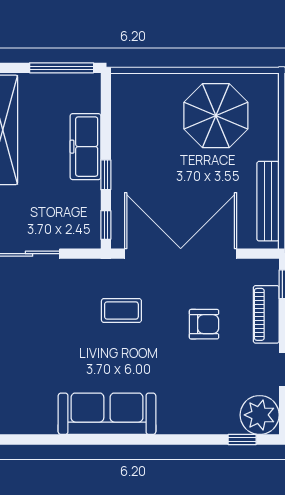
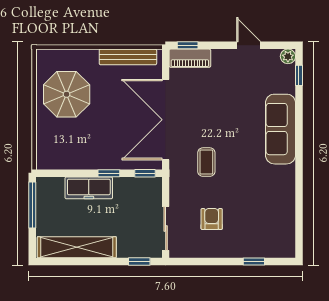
piano: (266, 314) -> (190, 58), moved
armchair: (204, 324) -> (212, 219), moved
sofa: (107, 414) -> (281, 129), moved
plant: (260, 415) -> (288, 56), width x0.53, depth x0.53

